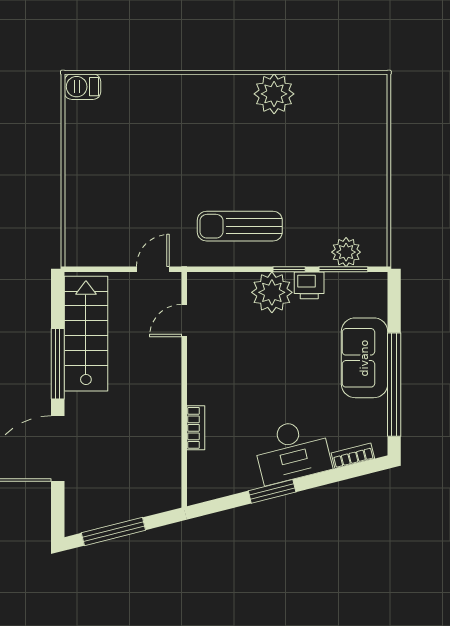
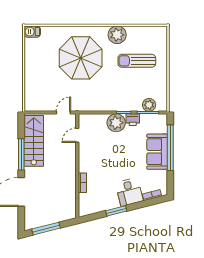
parasol: (192, 146) -> (81, 58), added
sun lounger: (240, 226) -> (137, 61), moved
window: (394, 385) -> (170, 148), moved
desk: (292, 451) -> (129, 192), width x0.73

